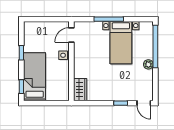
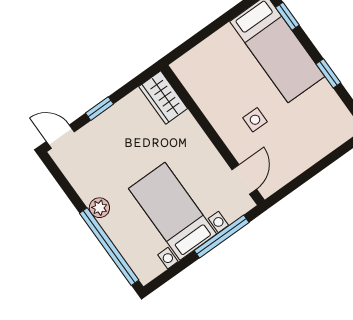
door: (71, 35) -> (244, 179), moved
wall: (71, 61) -> (213, 135), moved
wardrobe: (80, 90) -> (163, 97), moved

